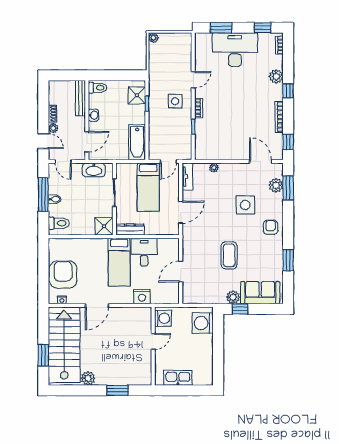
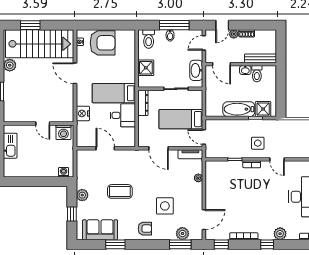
toilet: (98, 88) -> (257, 74), moved
bathtub: (137, 142) -> (239, 109), moved
shower: (104, 226) -> (146, 68), moved
sofa: (260, 293) -> (100, 230), moved, turned -90
window: (240, 309) -> (72, 214), moved
washing machine: (203, 323) -> (64, 172), width x0.53, depth x0.53

